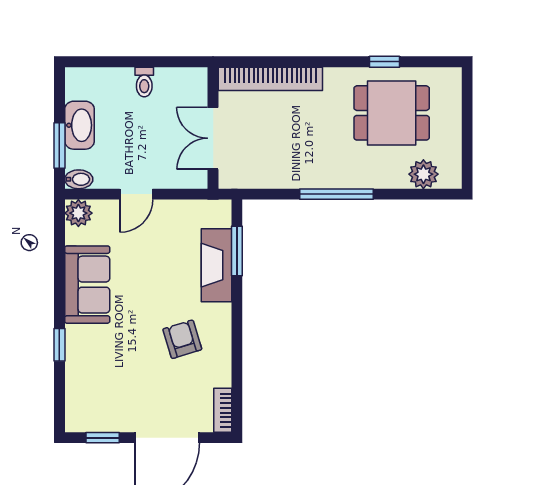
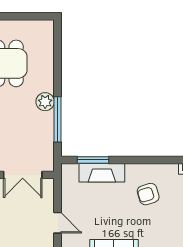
plant: (423, 174) -> (45, 102), moved
window: (336, 194) -> (58, 119), moved

